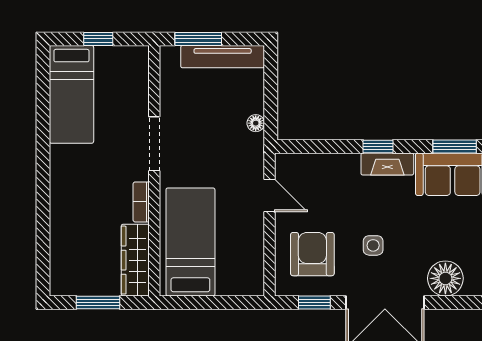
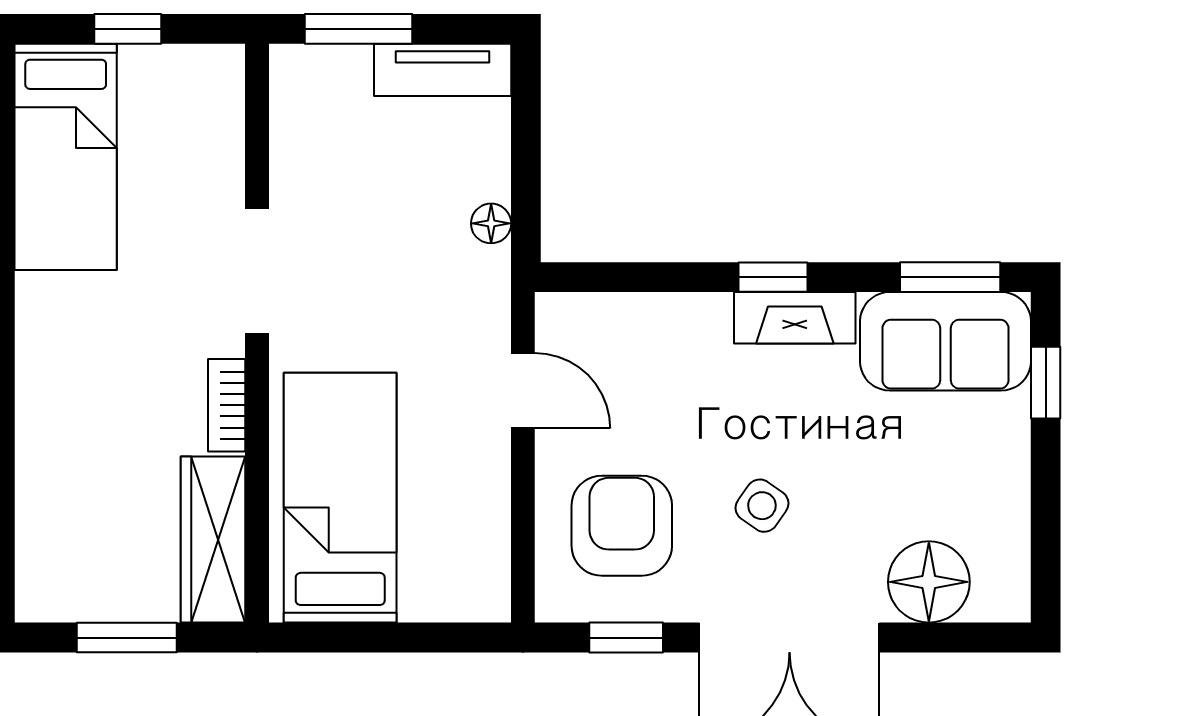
tv unit: (223, 57) -> (443, 70), width x0.71
side table: (373, 245) -> (762, 506), turned 35

